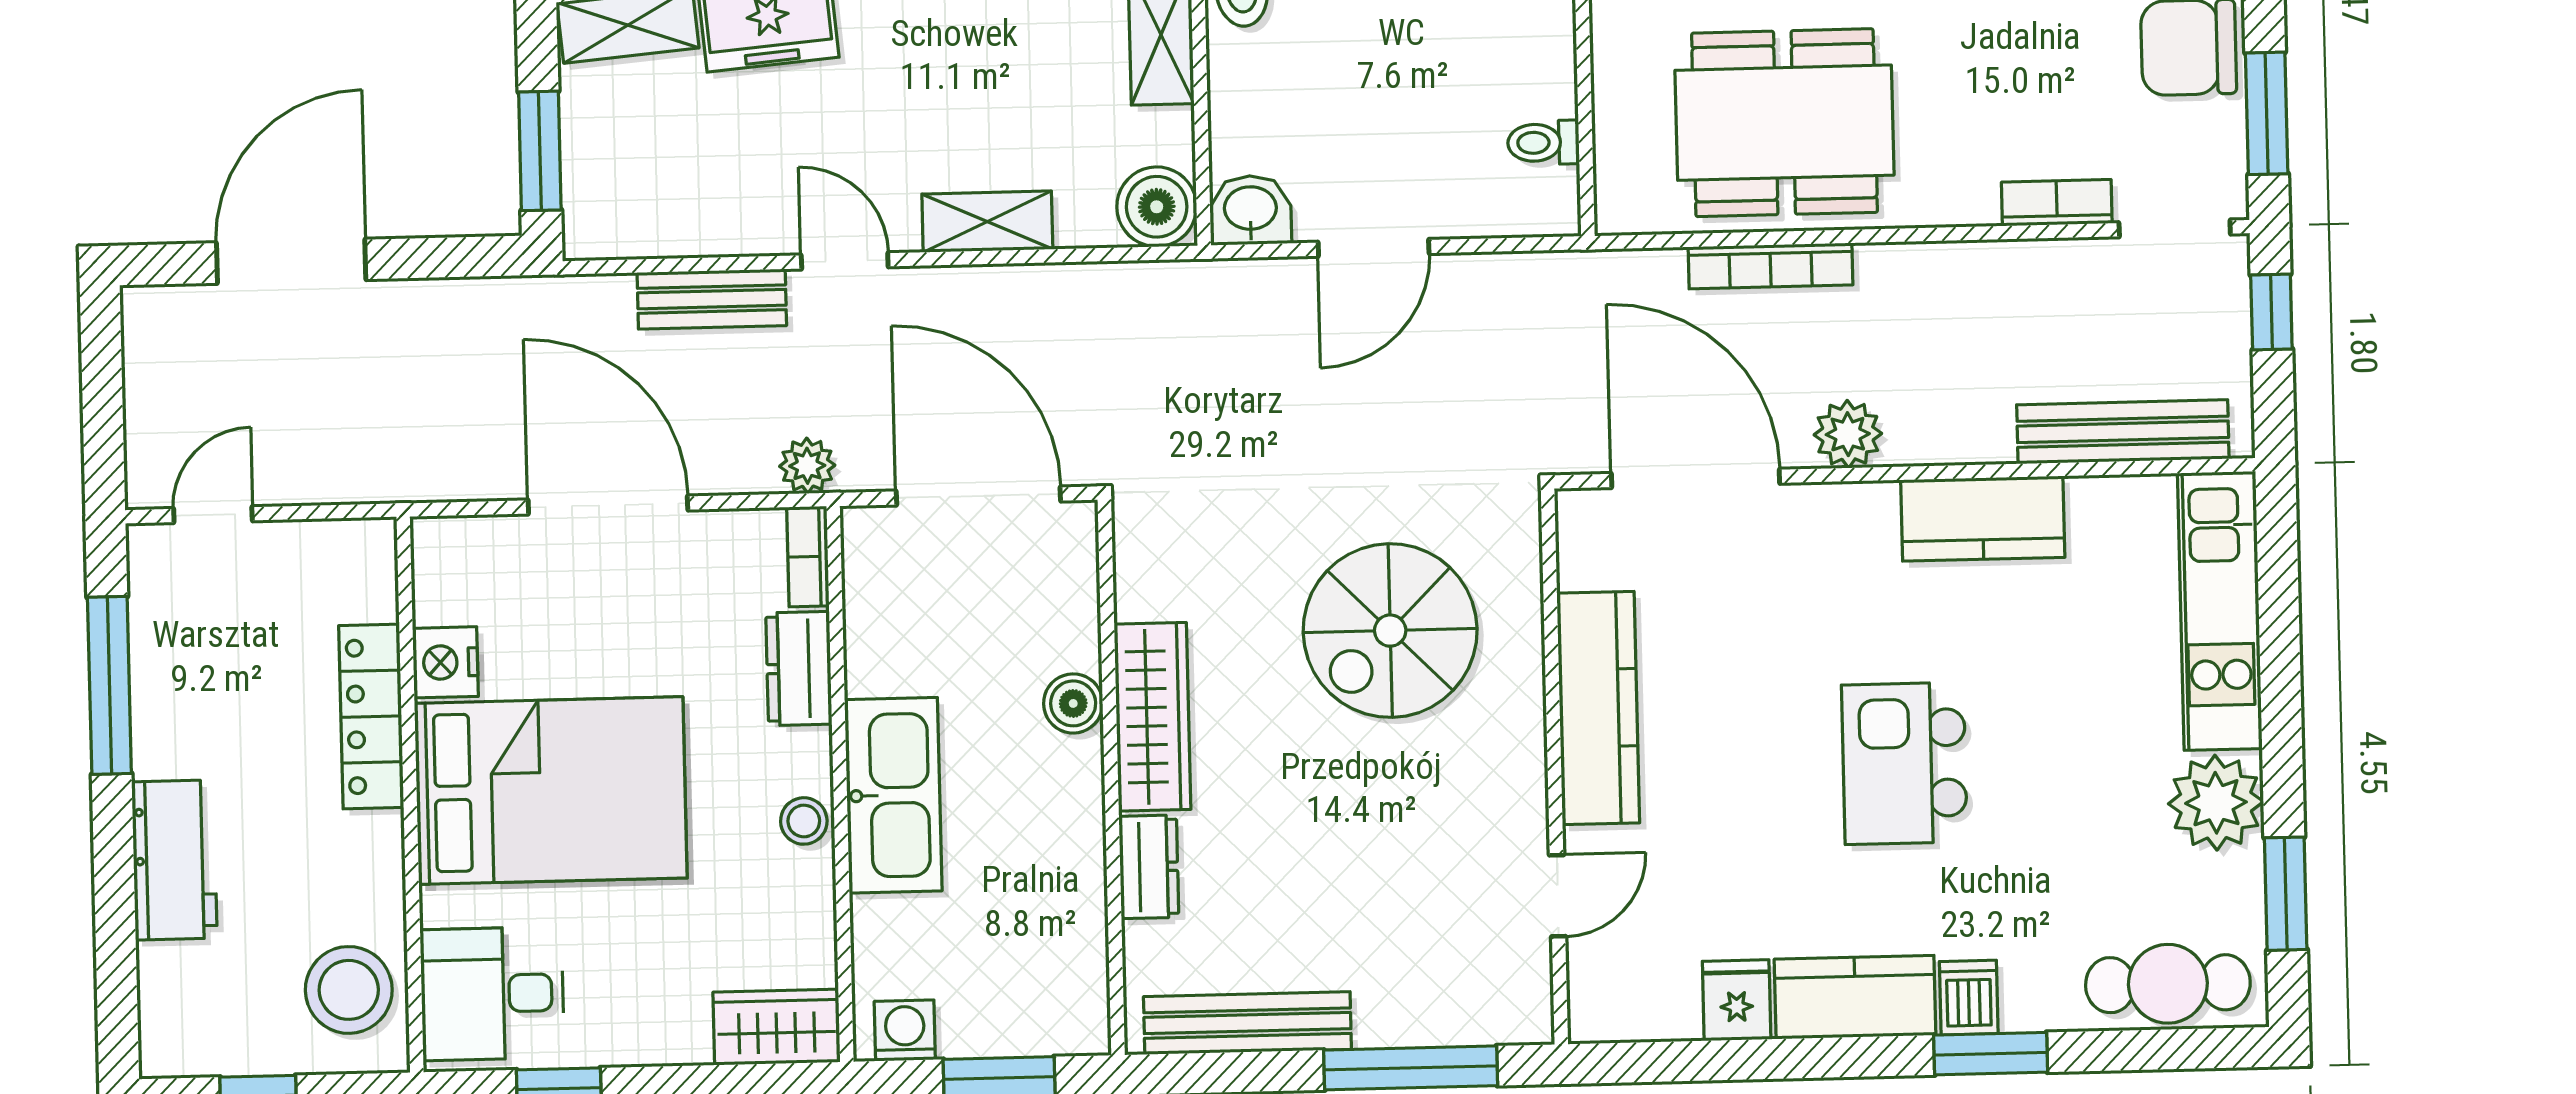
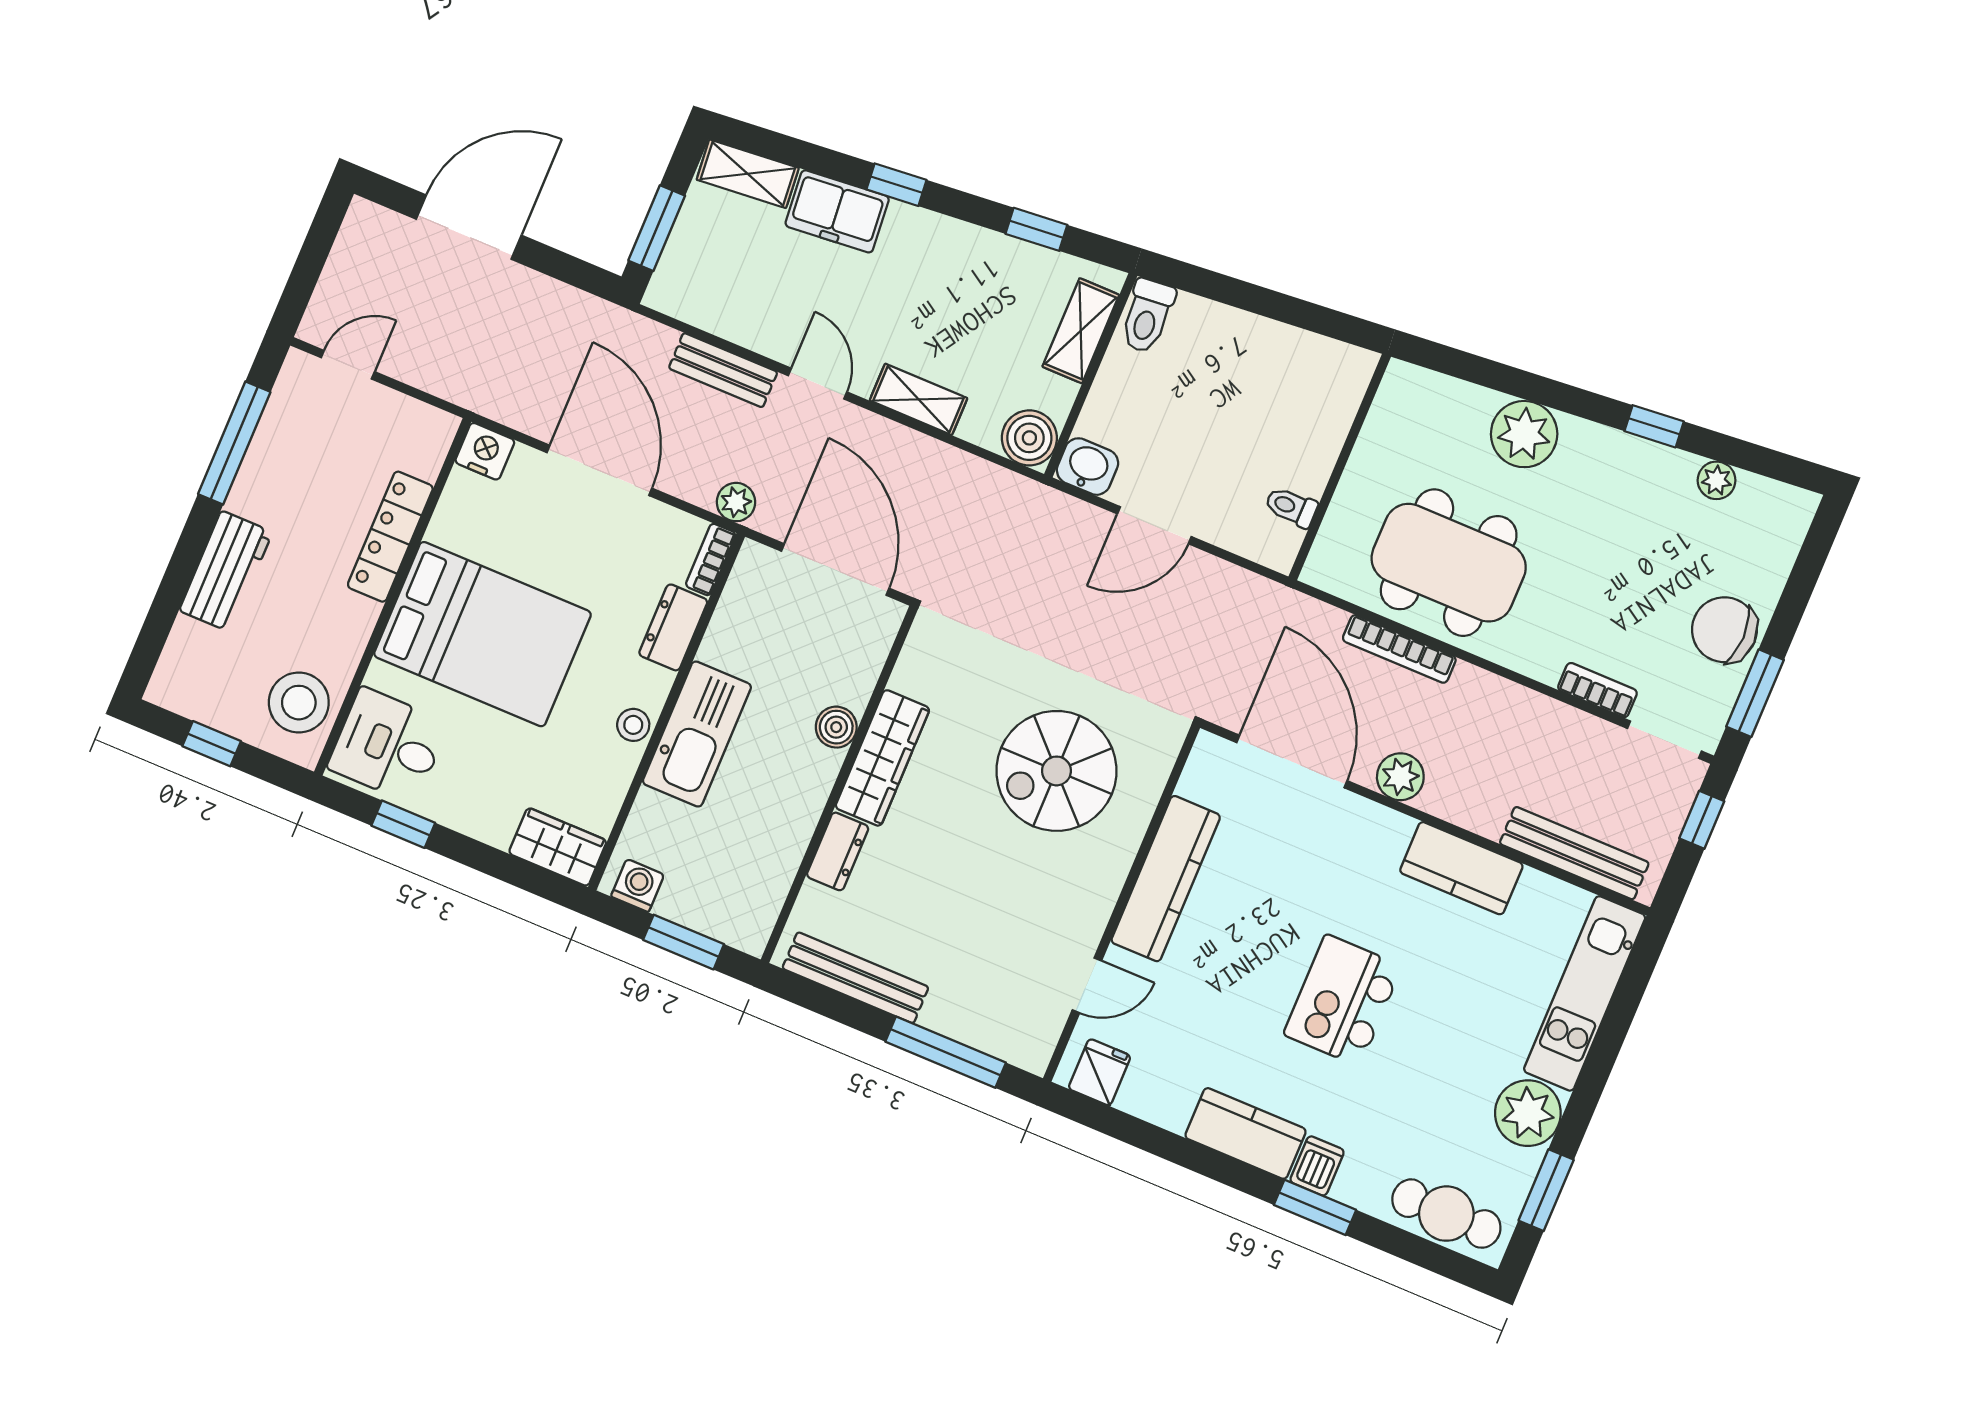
nightstand: (445, 662) -> (485, 451), moved, turned 90
fridge: (1737, 1000) -> (1100, 1072), moved

